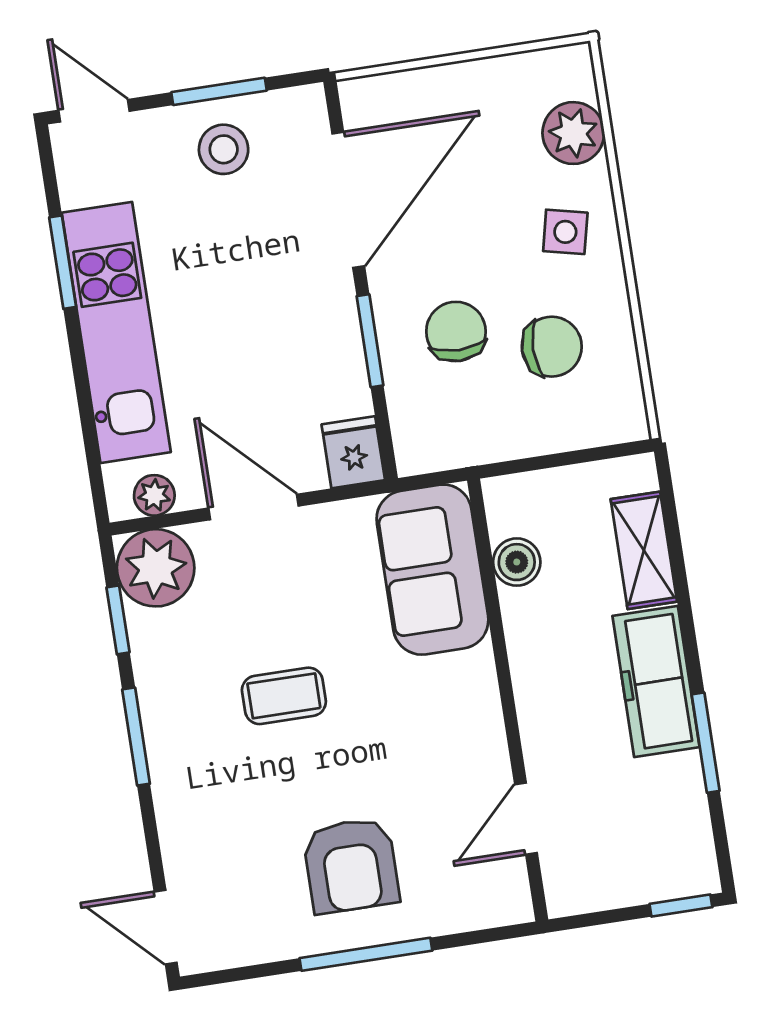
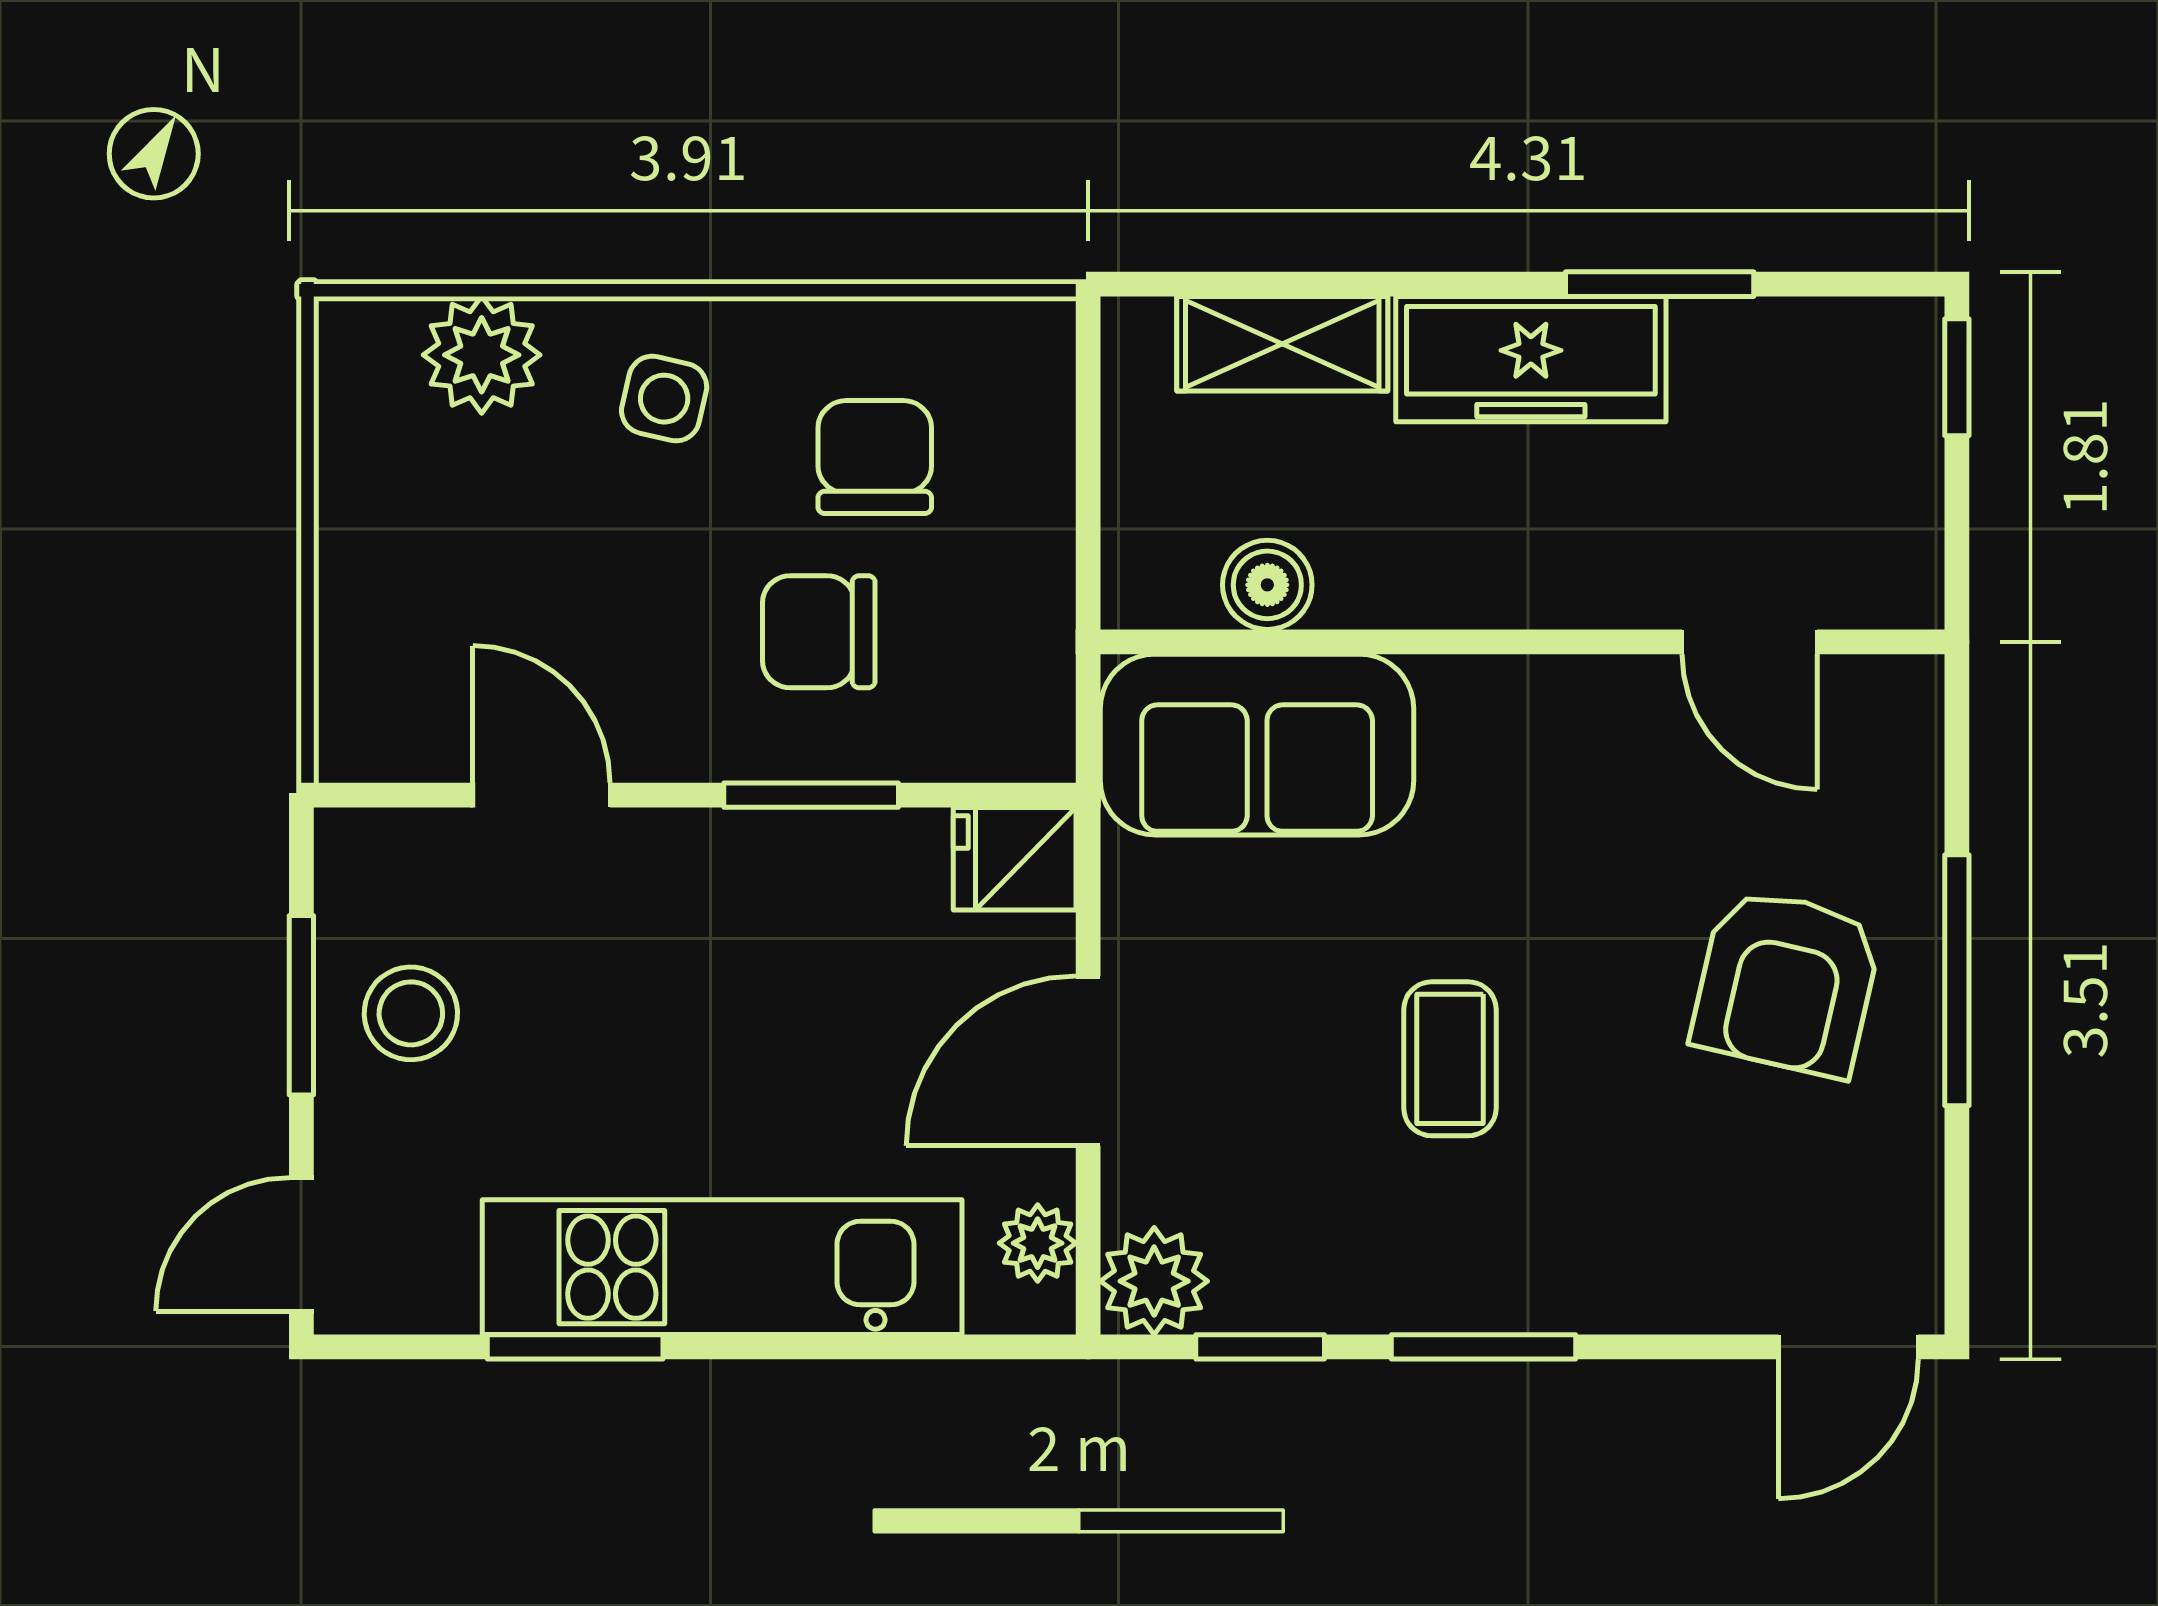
door: (348, 200) -> (541, 795), width x0.53
plant: (156, 568) -> (1154, 1281), width x0.73, depth x0.73
armchair: (351, 865) -> (1787, 982), turned 103

